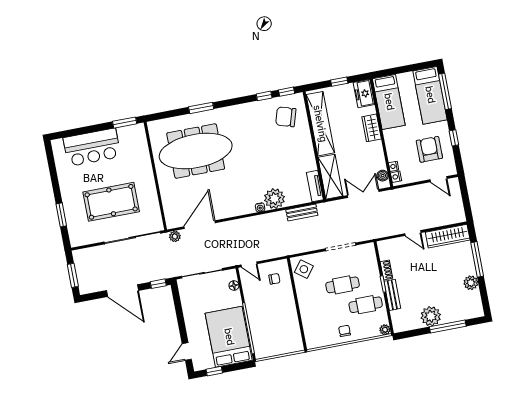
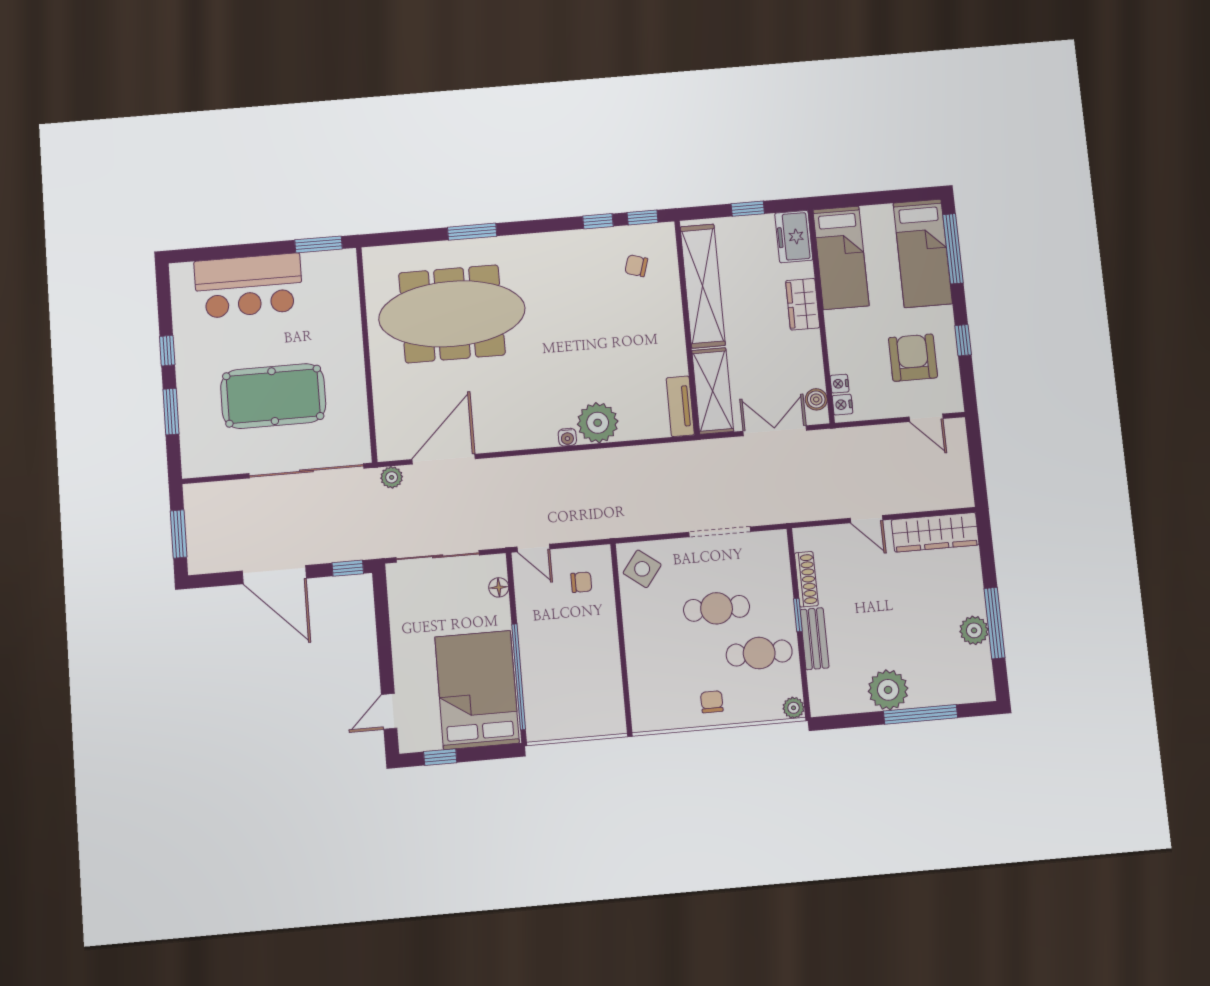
chair: (286, 117) -> (636, 266), width x0.54, depth x0.54
window: (55, 184) -> (167, 351), added
bench: (302, 212) -> (649, 456), removed
window: (477, 259) -> (995, 623), moved
shoe rack: (386, 270) -> (806, 579), width x1.43

